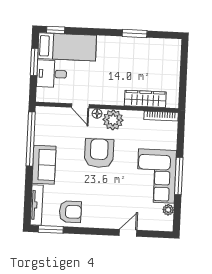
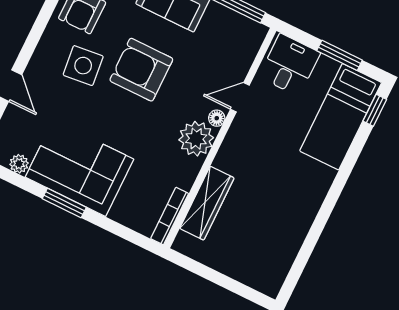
window: (135, 34) -> (316, 231), removed
desk: (52, 74) -> (289, 65), moved
armchair: (99, 153) -> (141, 70), moved, turned 180
window: (179, 176) -> (64, 203), width x0.69
side table: (100, 198) -> (83, 66), added

